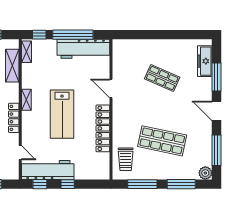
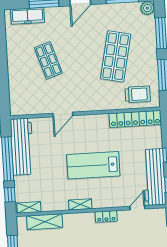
shop shelf: (162, 78) -> (48, 60), turned -42
lab bench: (62, 114) -> (93, 165), turned 180
locker: (14, 118) -> (106, 216), width x0.66
locker: (103, 128) -> (135, 119), moved

